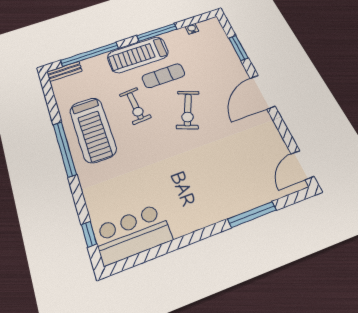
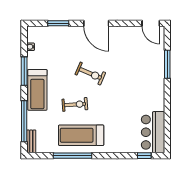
exercise mat: (163, 76) -> (60, 79), removed
treadmill: (93, 130) -> (81, 135), turned 180
window: (65, 149) -> (72, 156), moved

